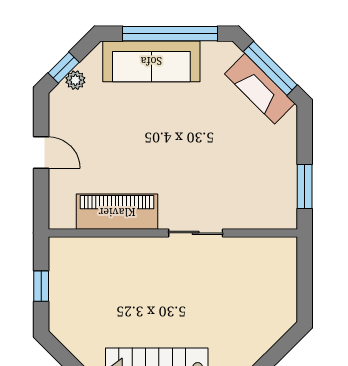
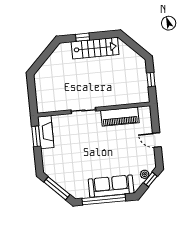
fireplace: (260, 89) -> (46, 132), moved, turned 45

